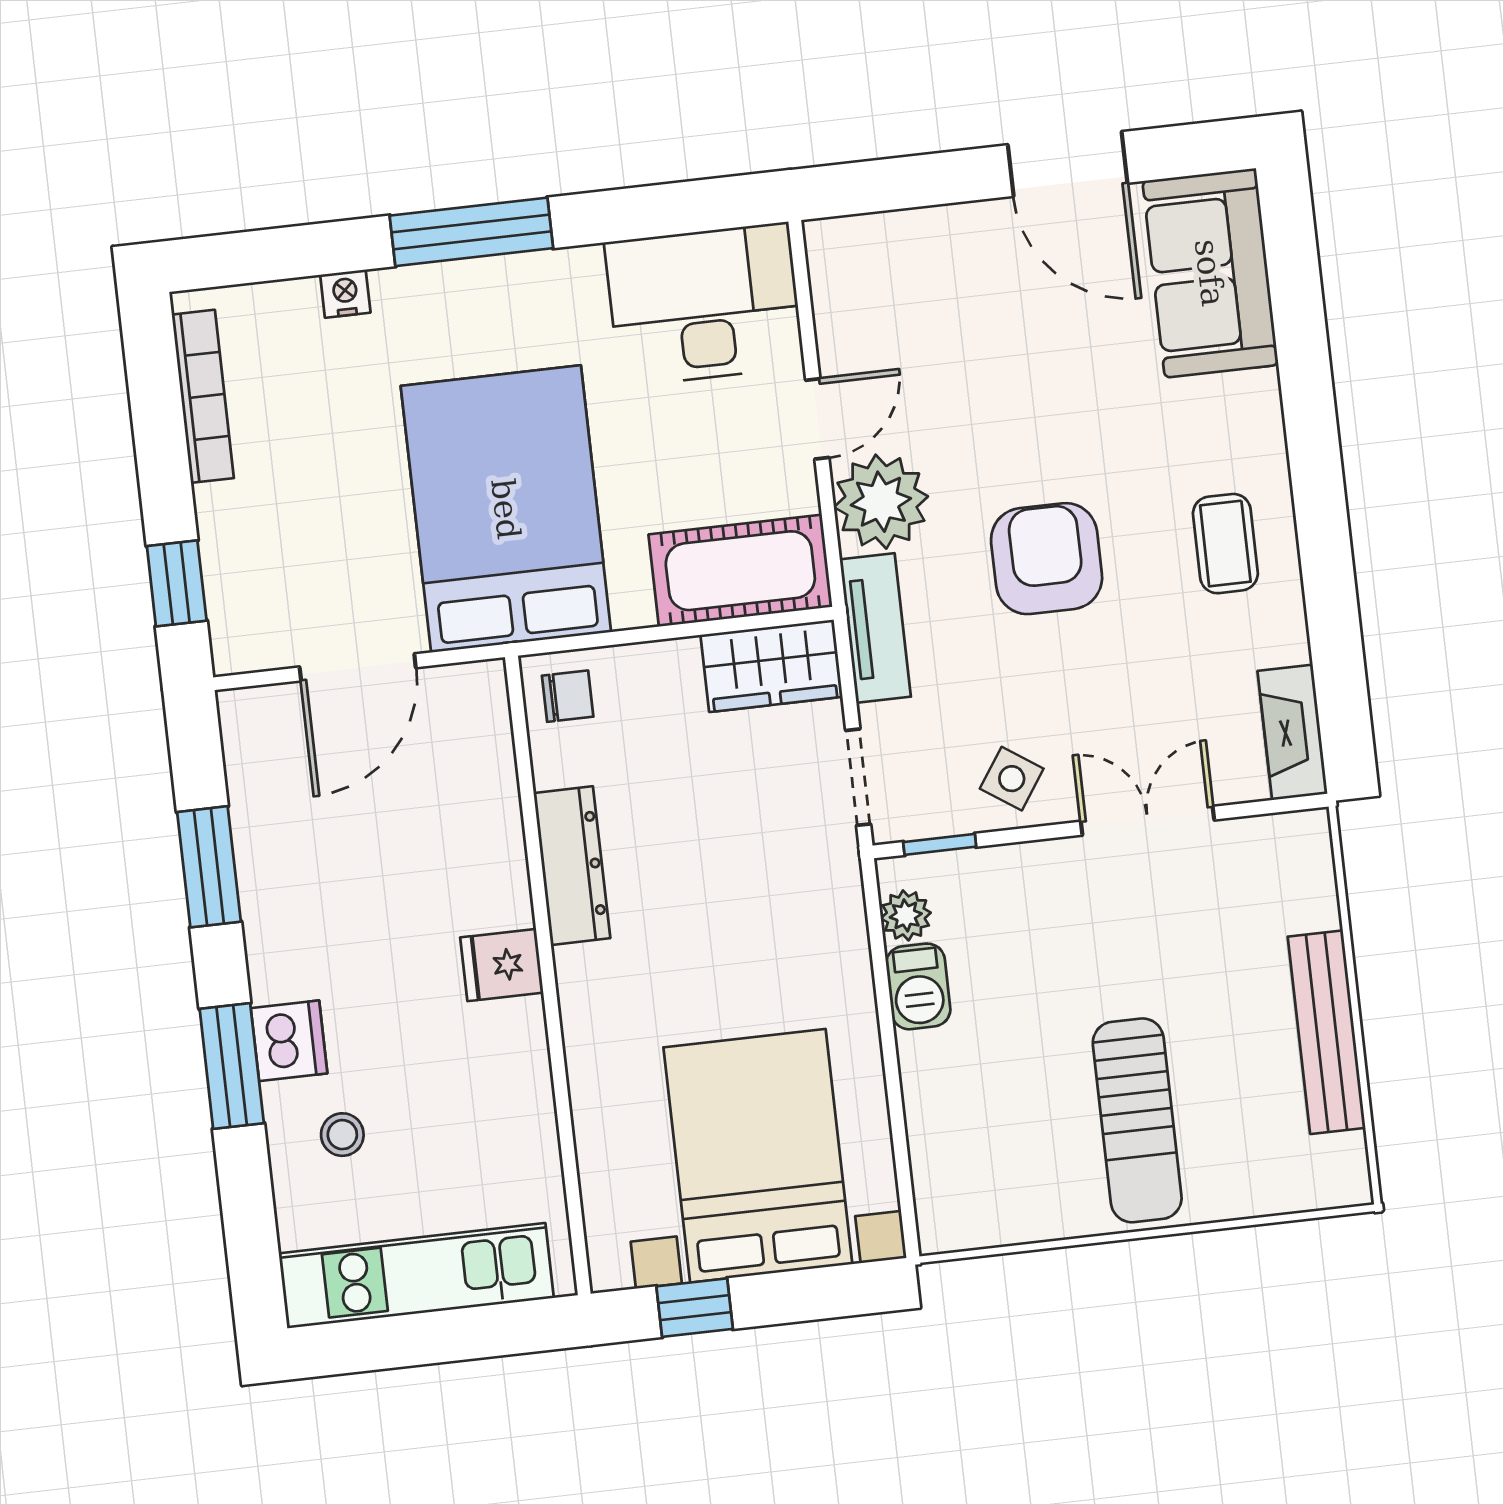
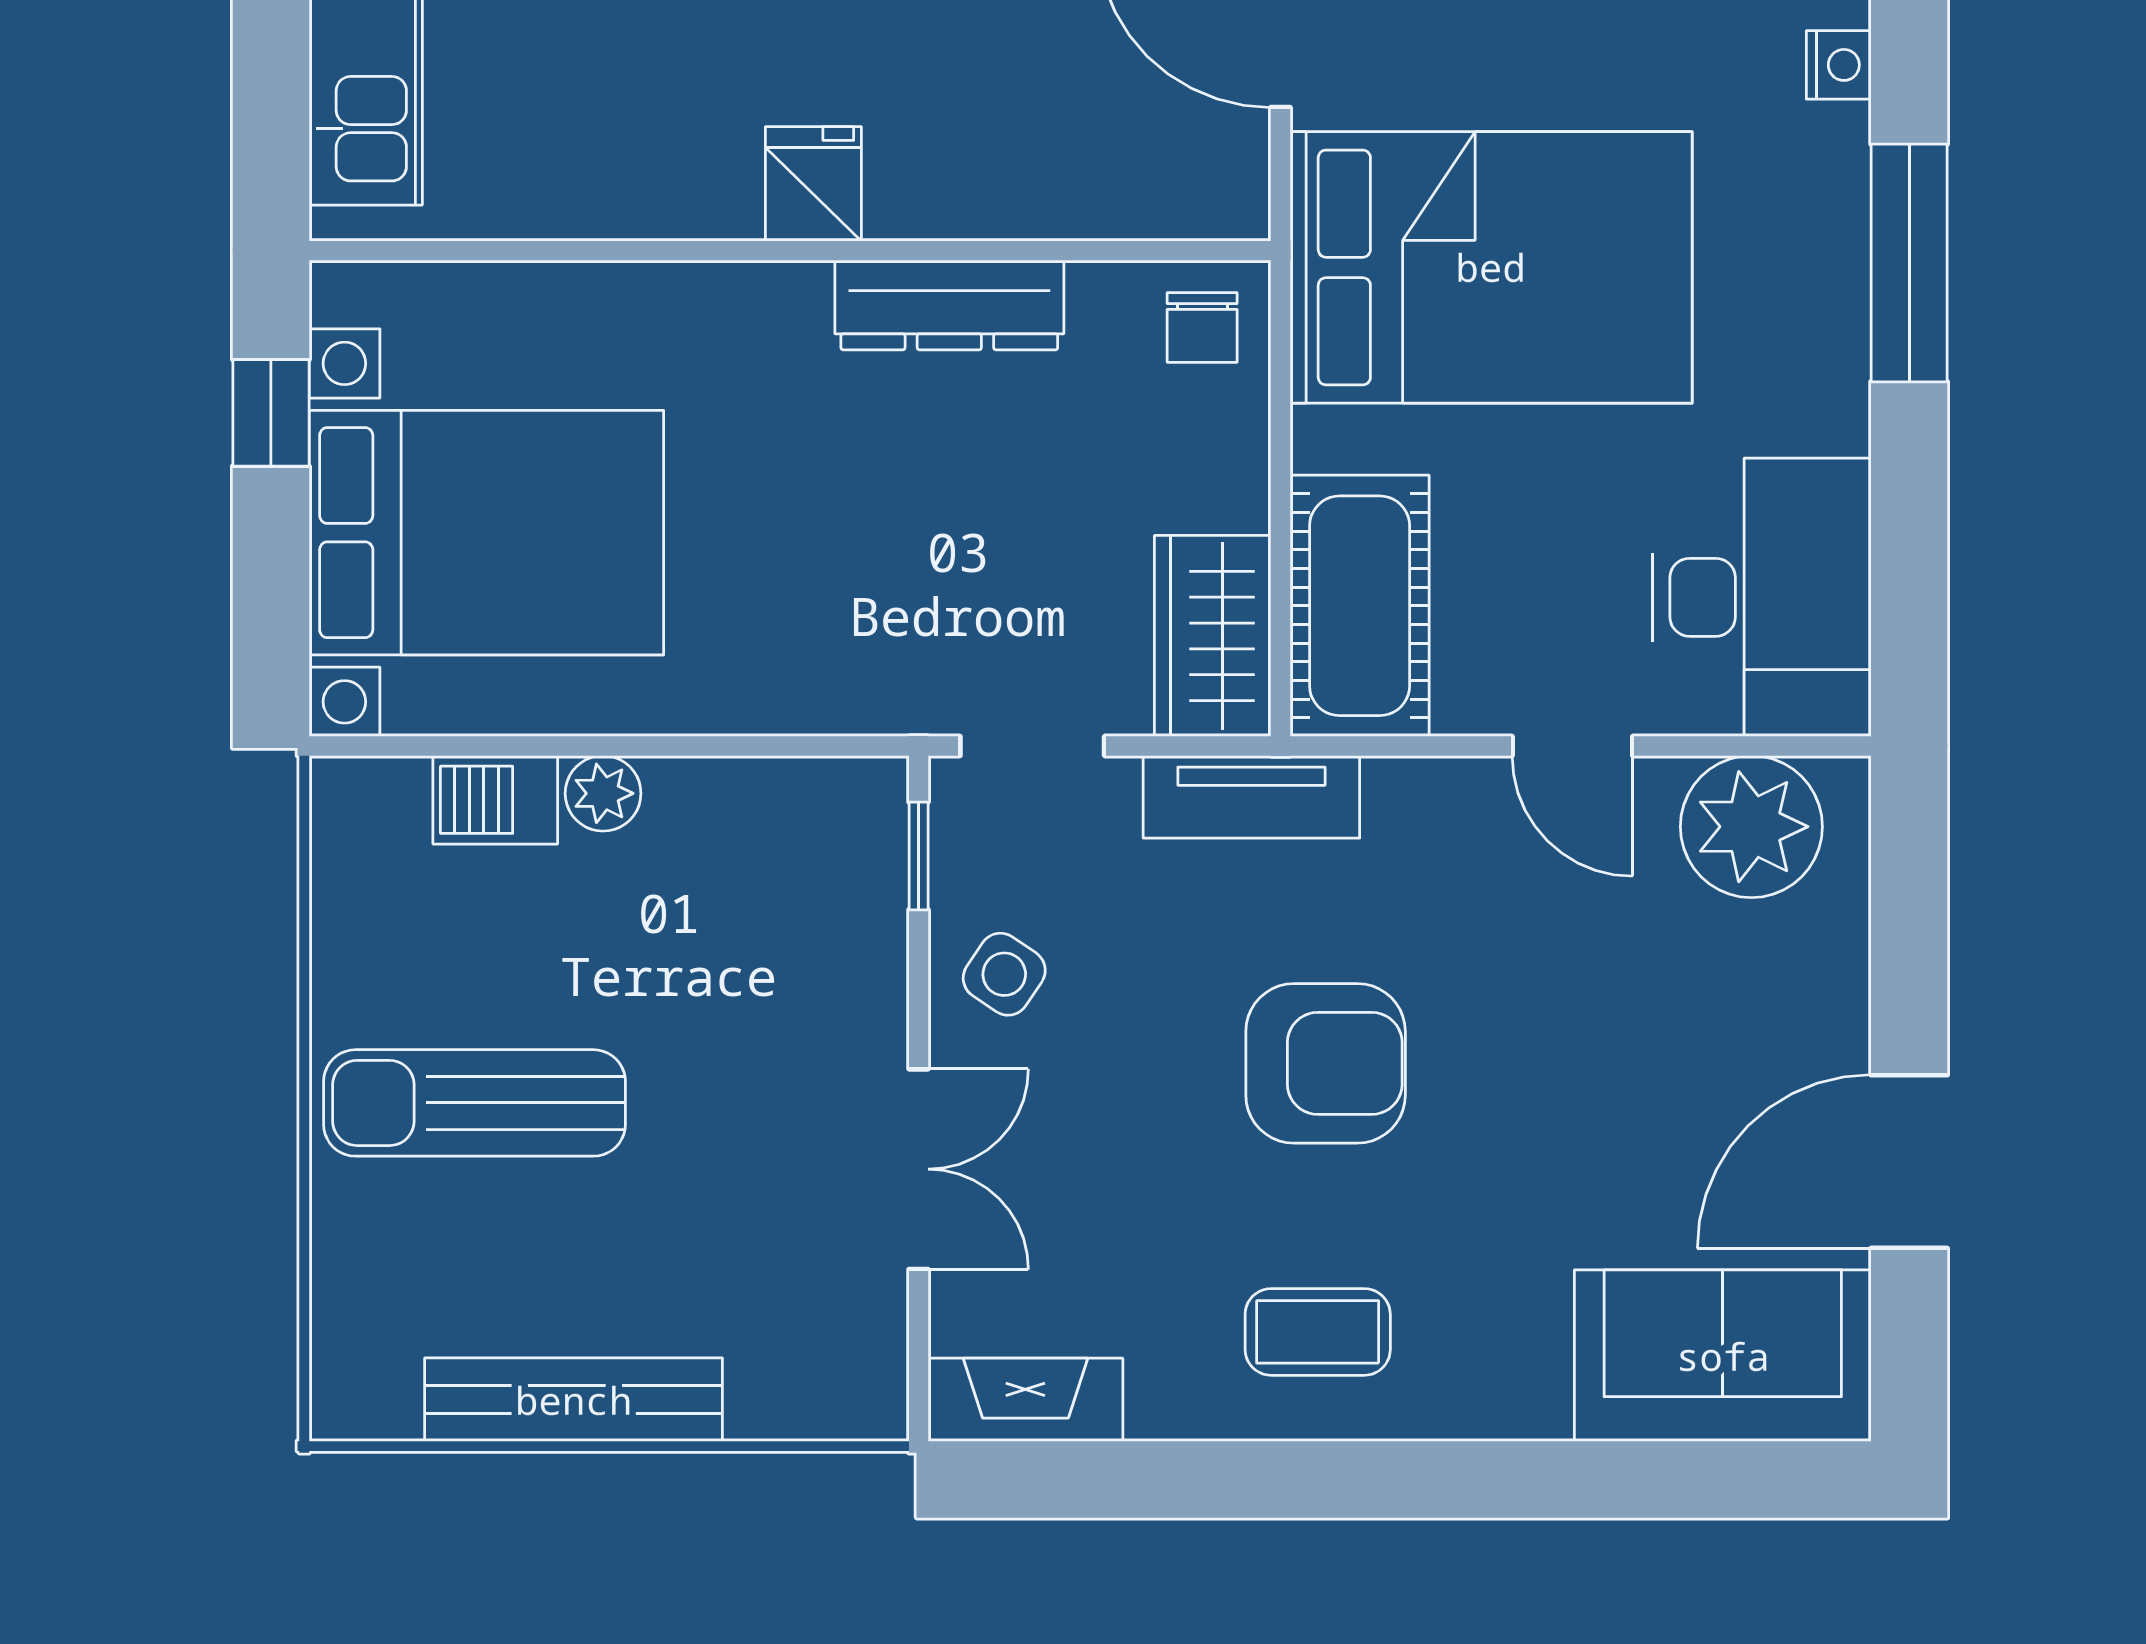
plant: (881, 502) -> (1751, 827), moved
plant: (906, 915) -> (603, 793), moved
barbecue: (918, 986) -> (495, 800), moved

